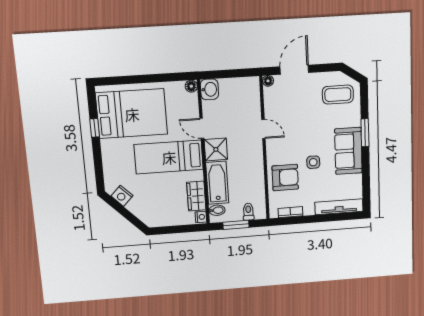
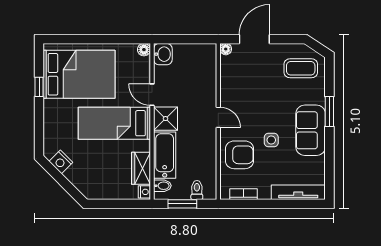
door: (263, 129) -> (218, 117), moved

